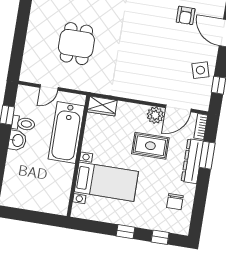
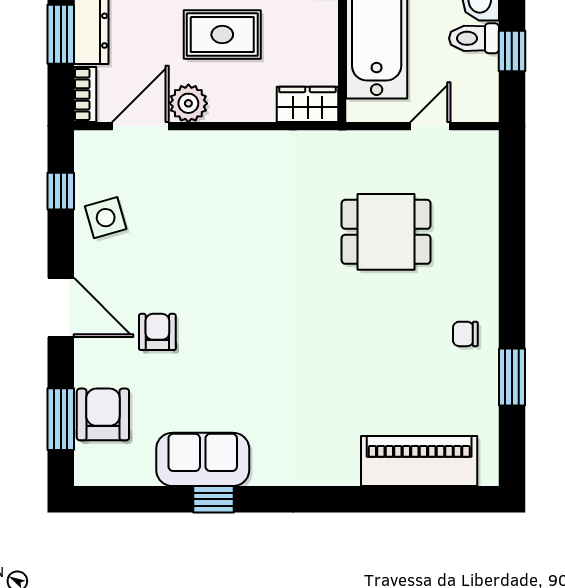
dining table: (76, 44) -> (386, 232), turned 90
rug: (150, 146) -> (222, 35), moved

